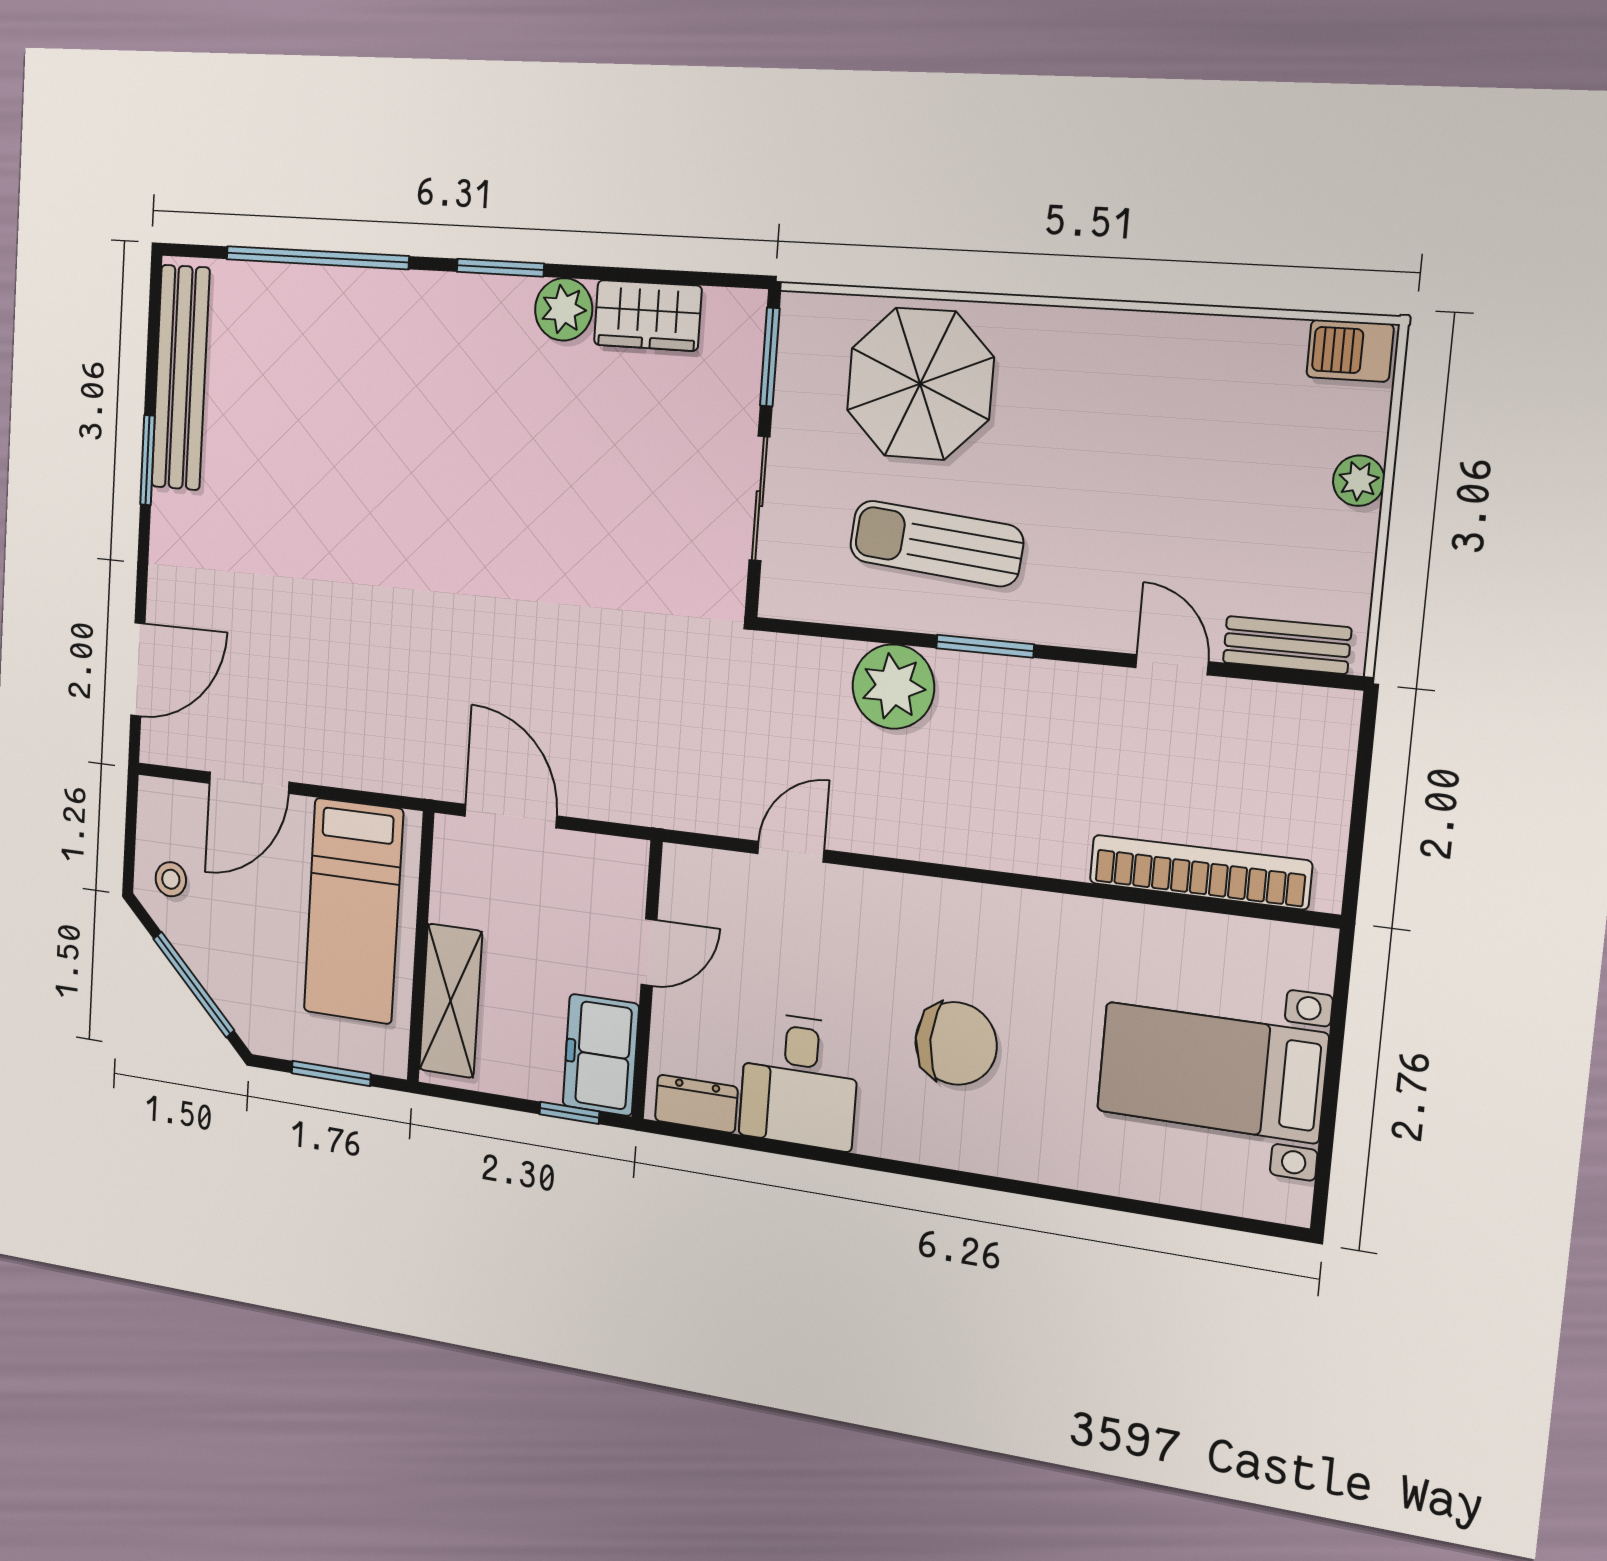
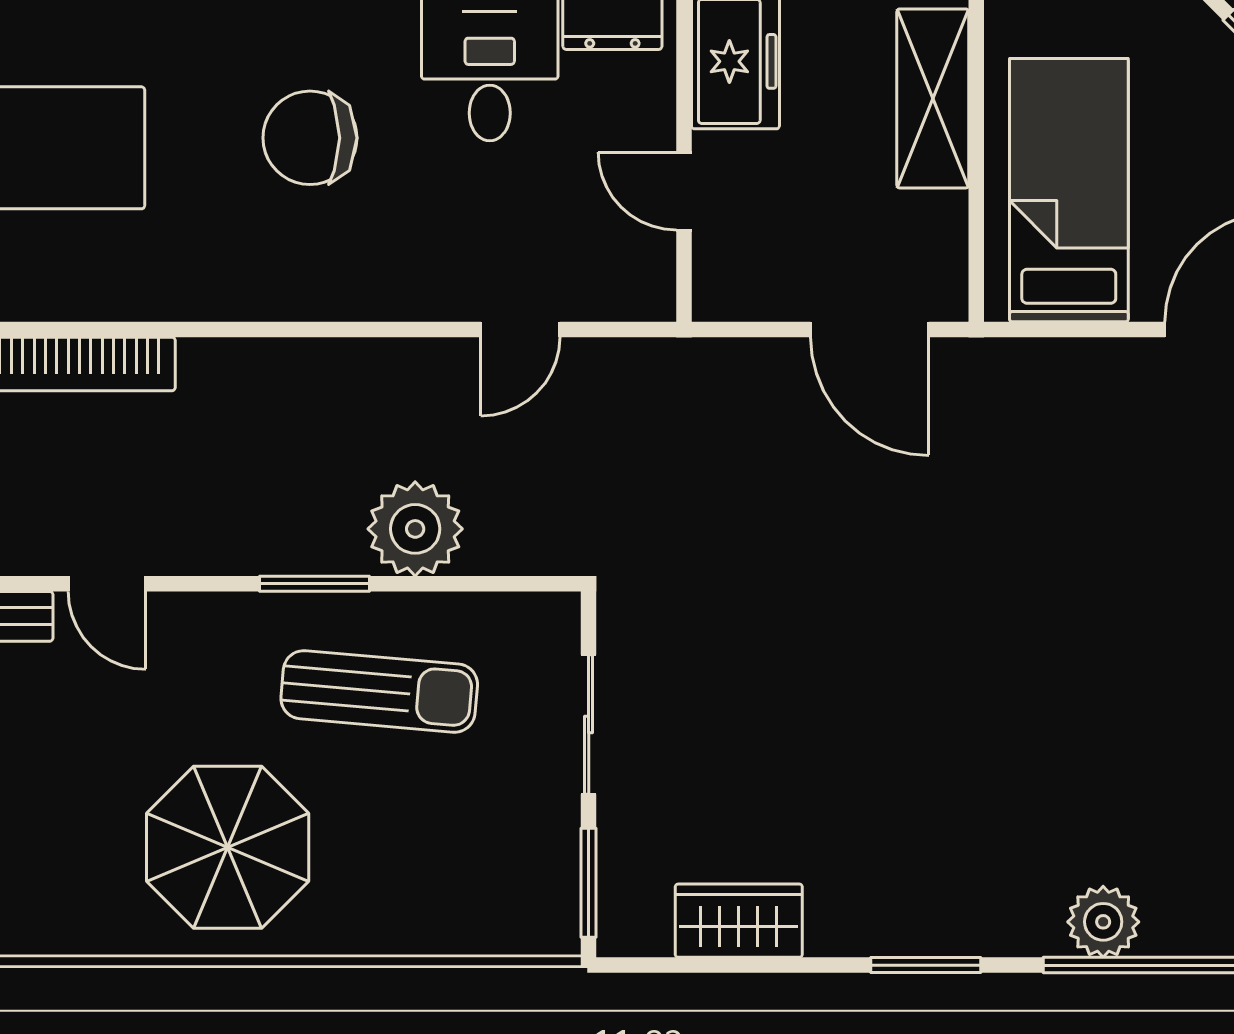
plant: (564, 309) -> (1103, 922), moved
parasol: (920, 384) -> (228, 847), moved
door: (649, 952) -> (684, 191), hinge flipped

